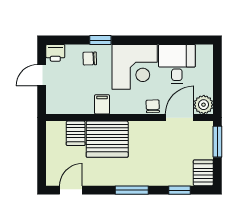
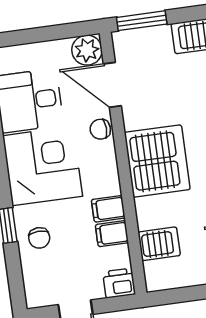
printer: (55, 53) -> (119, 283), moved, turned -90
filing cabinet: (86, 105) -> (112, 234), added
server rack: (107, 139) -> (157, 161), moved

